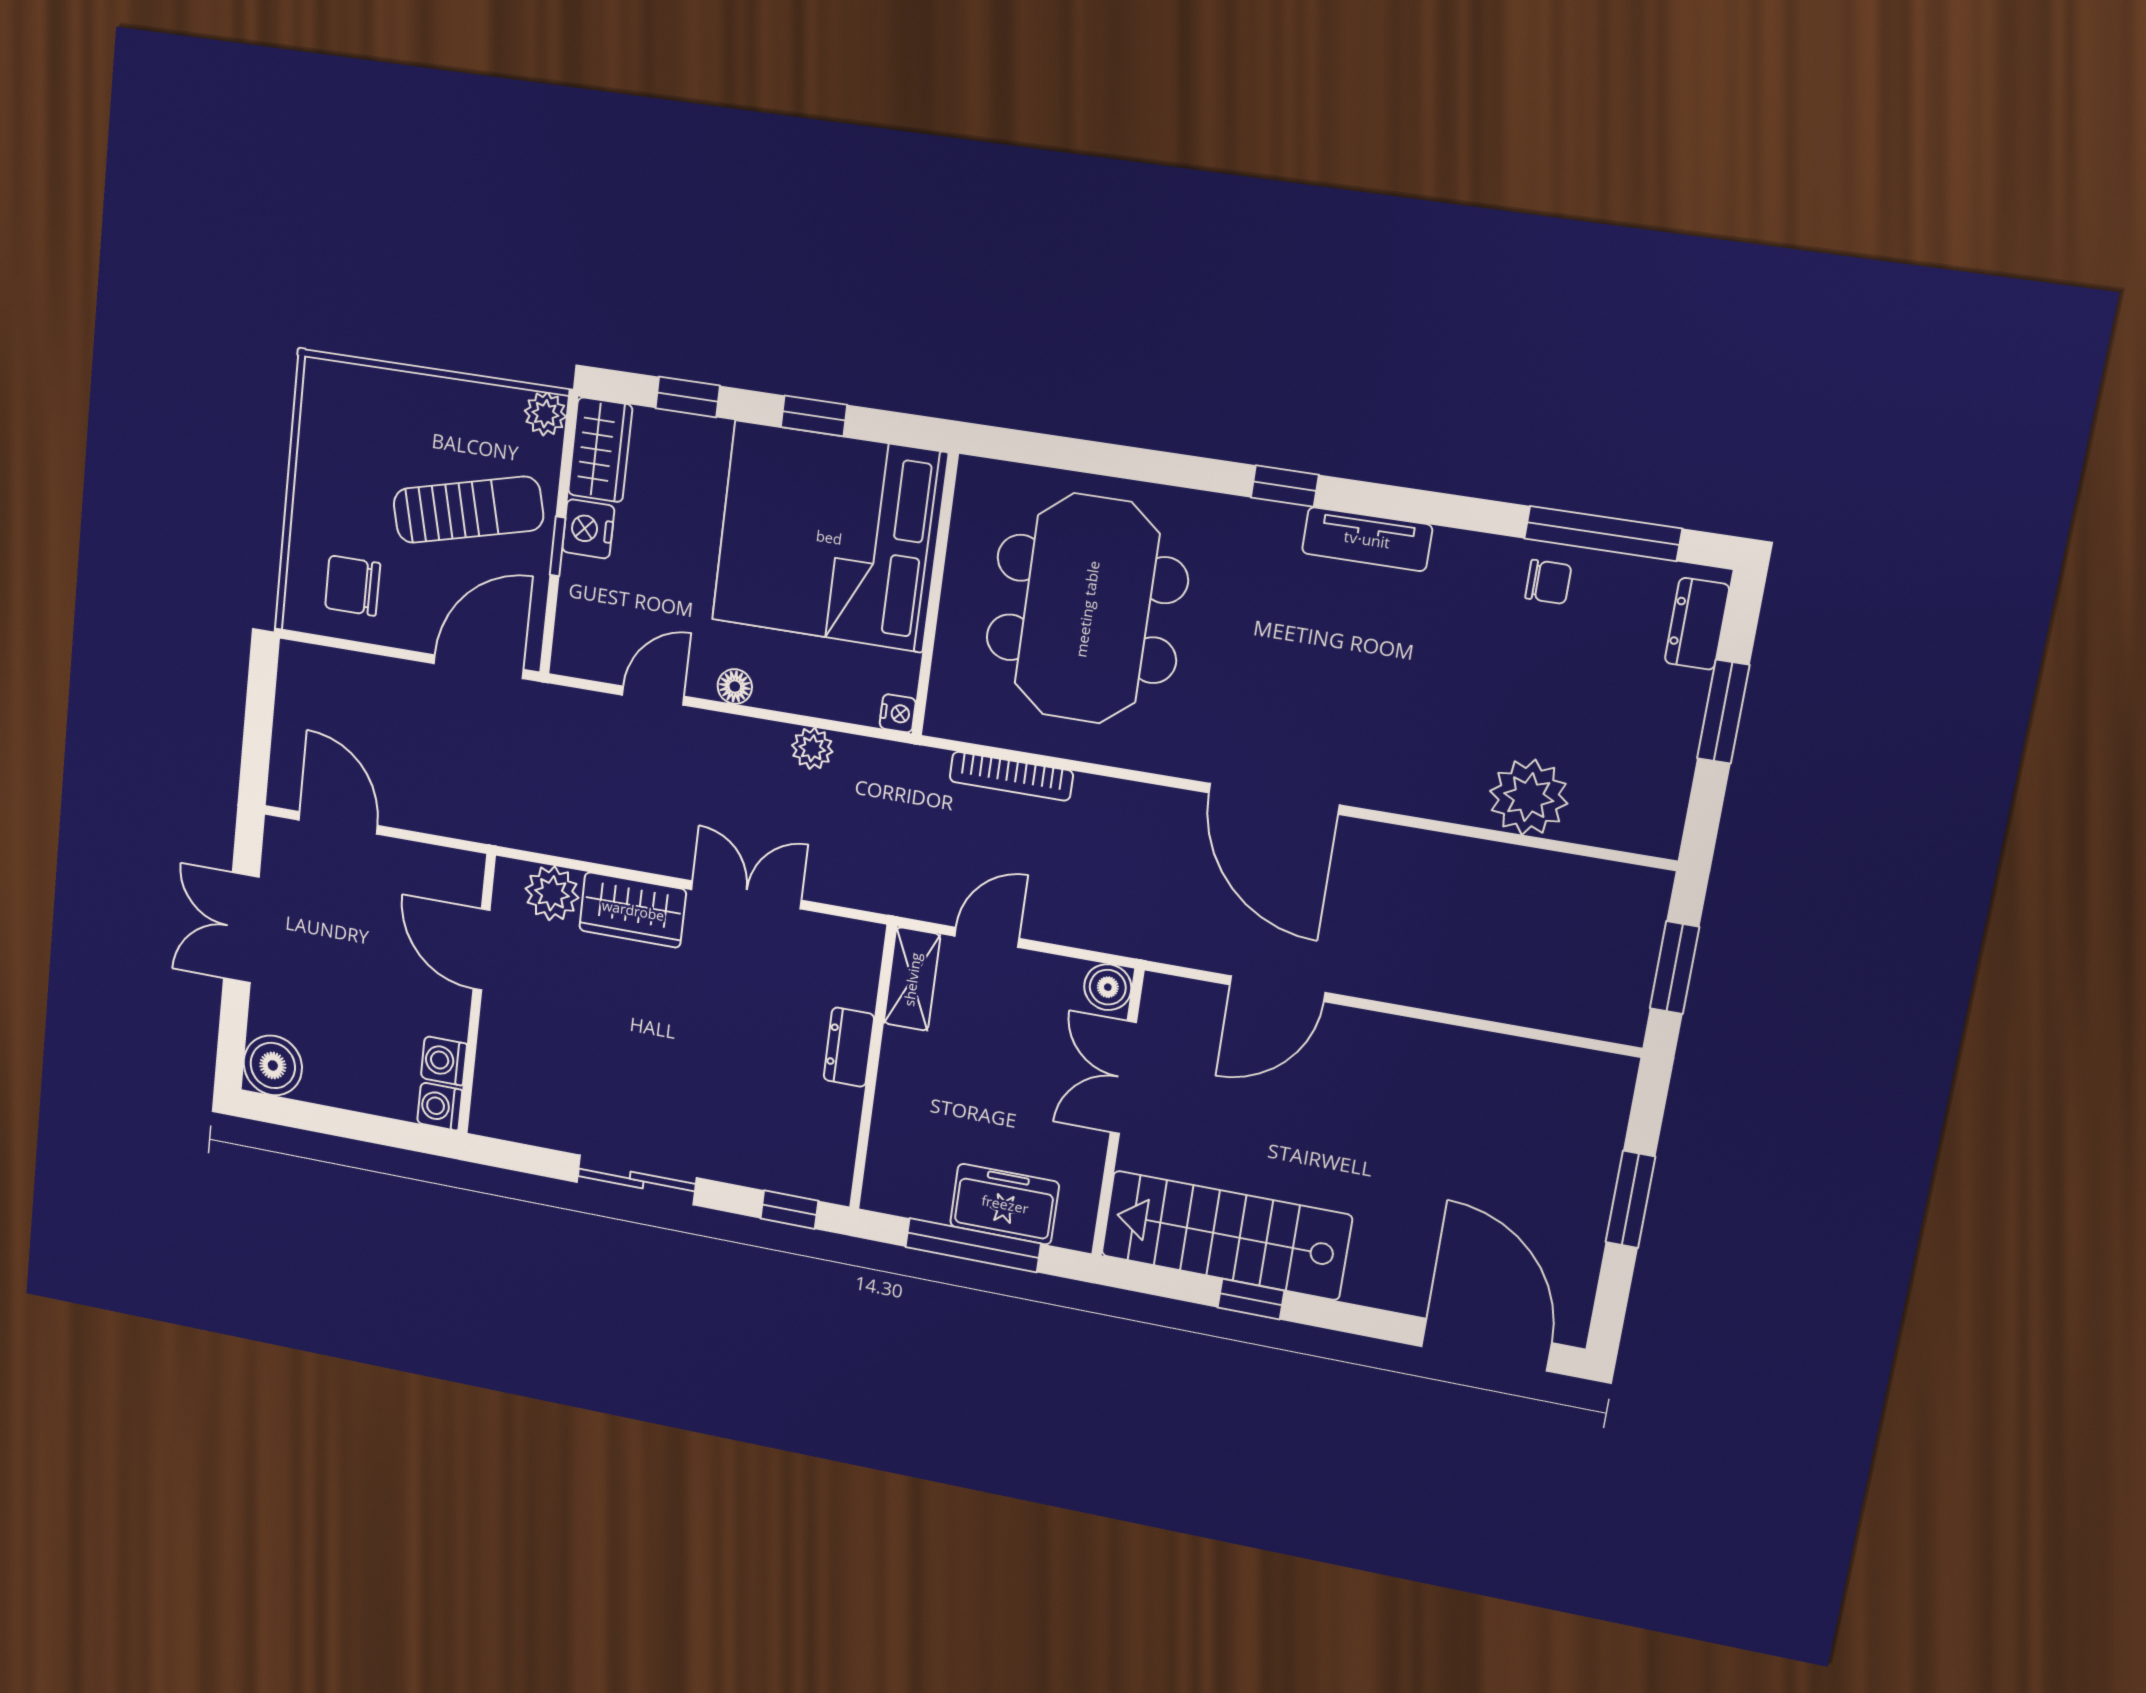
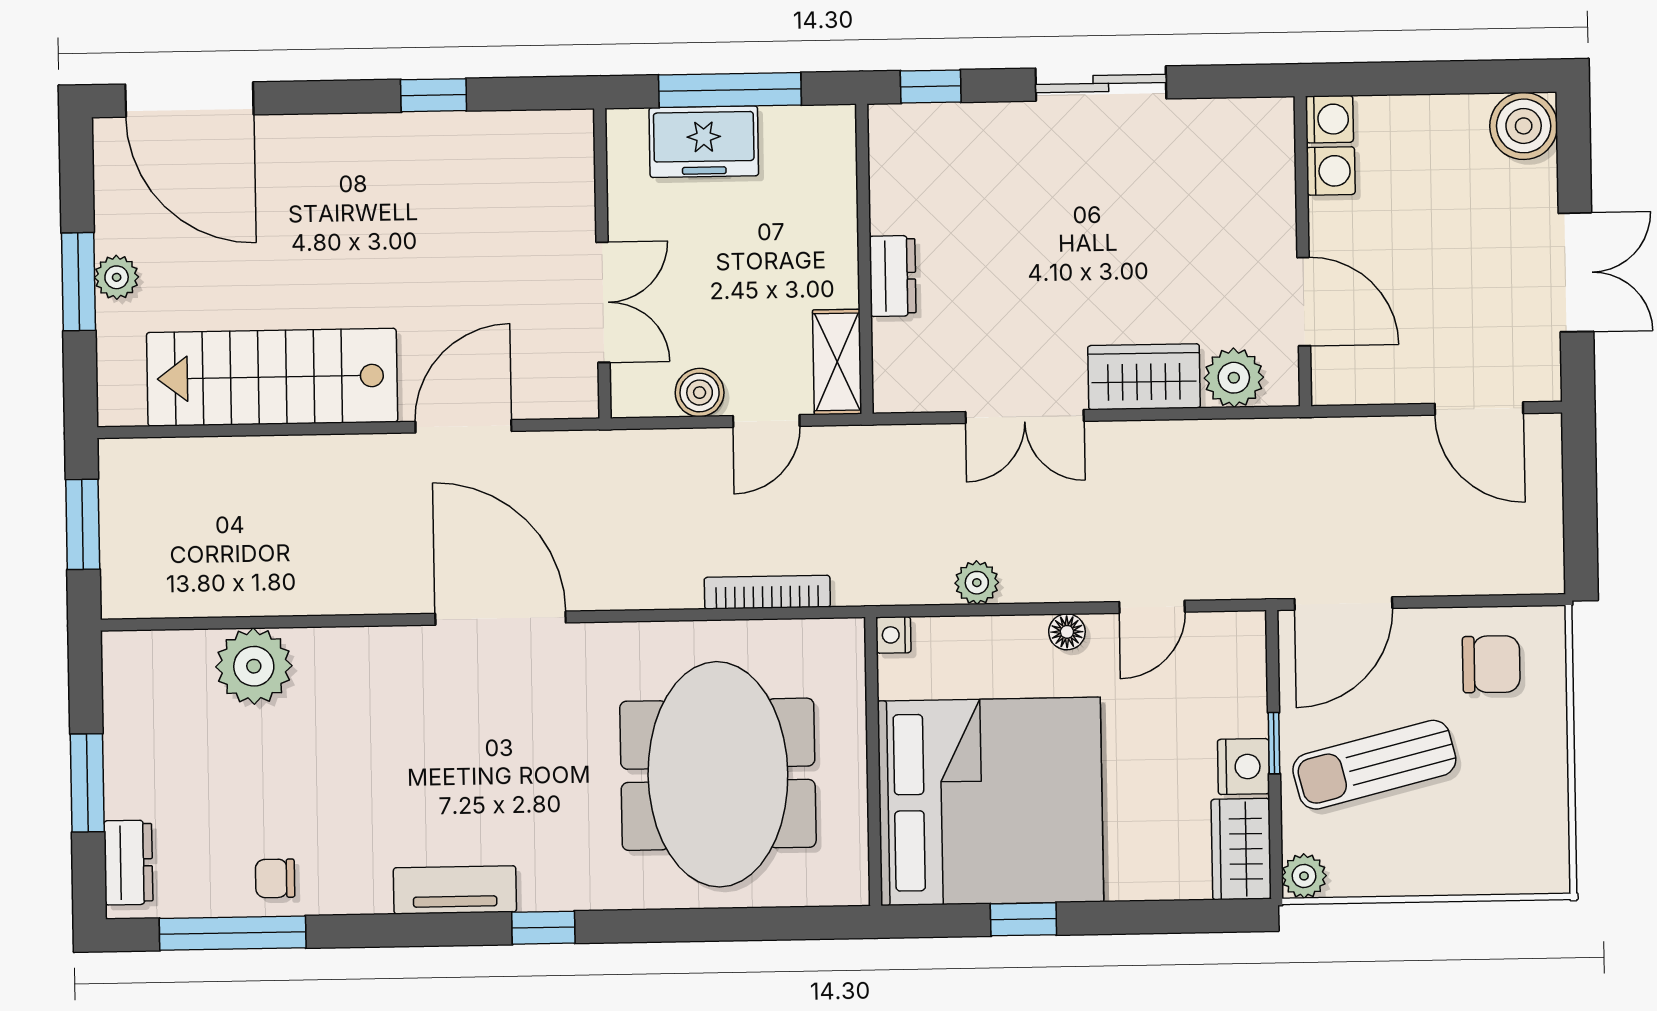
window: (688, 397) -> (1157, 917), removed
boiler: (1108, 987) -> (700, 393), moved
plant: (1592, 1196) -> (117, 277), added
stairs: (1226, 1235) -> (272, 377), moved, turned 180

